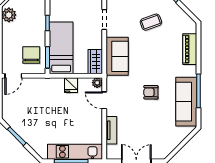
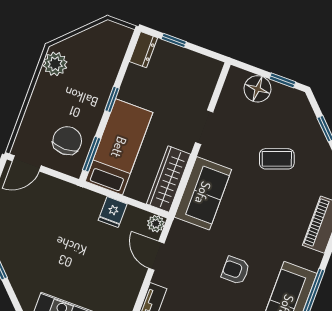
wardrobe: (95, 62) -> (169, 179), width x1.50

